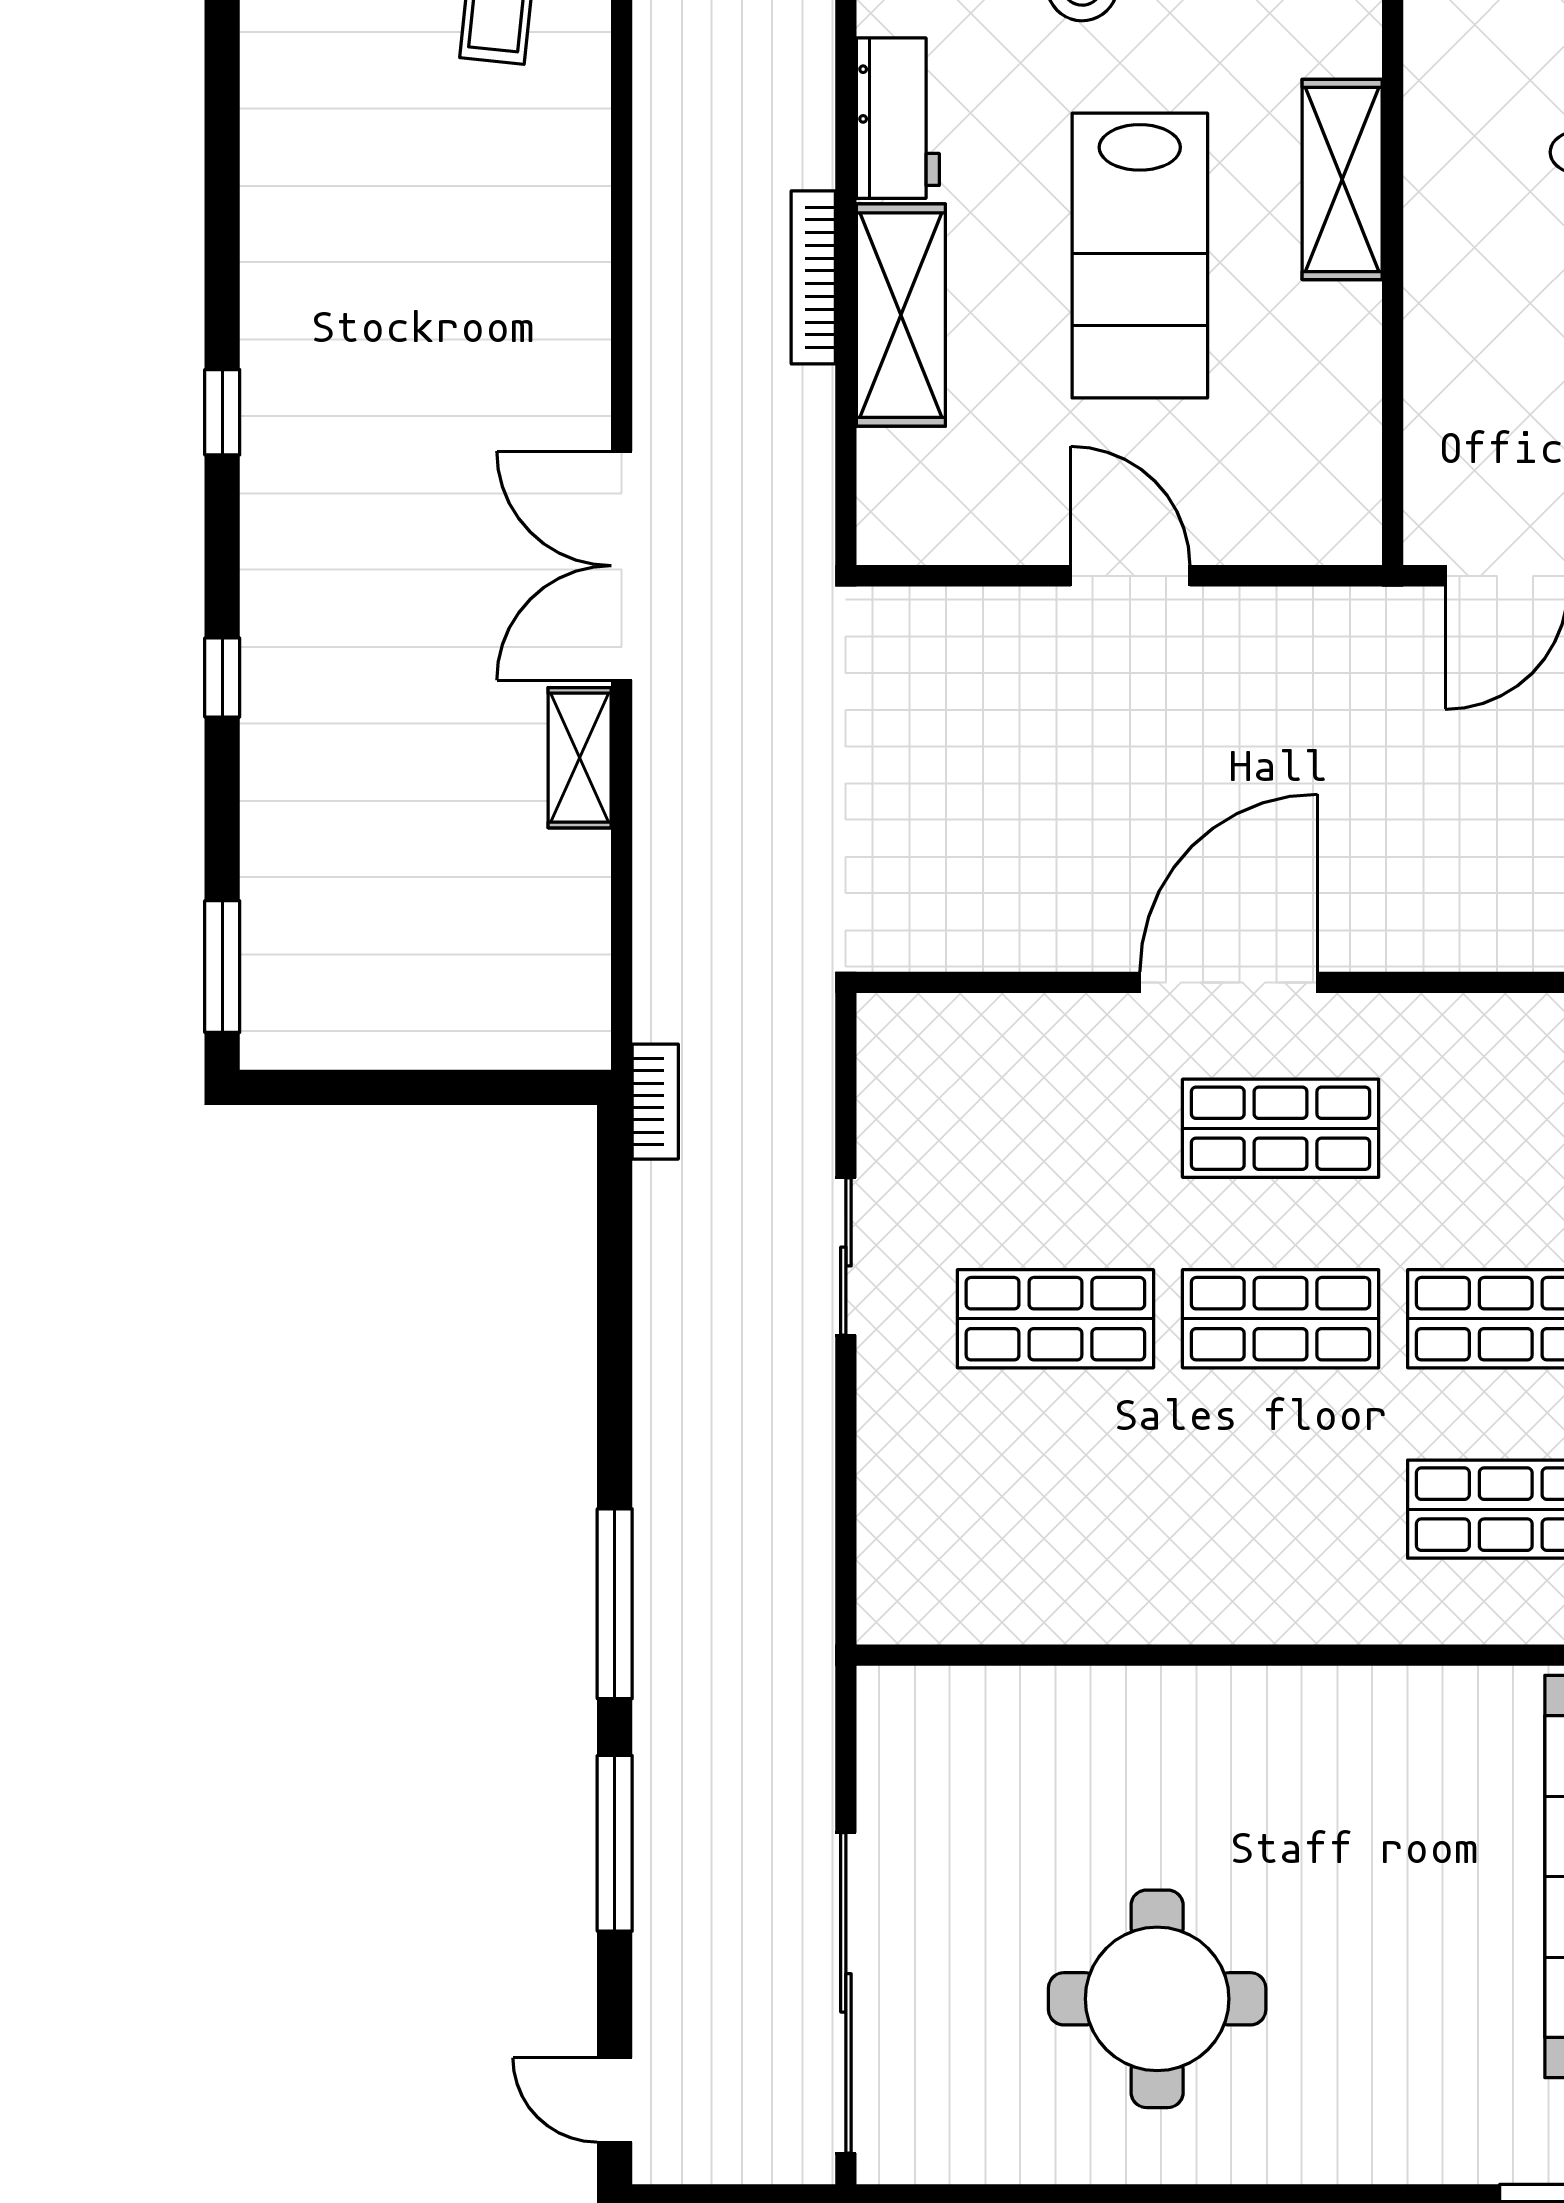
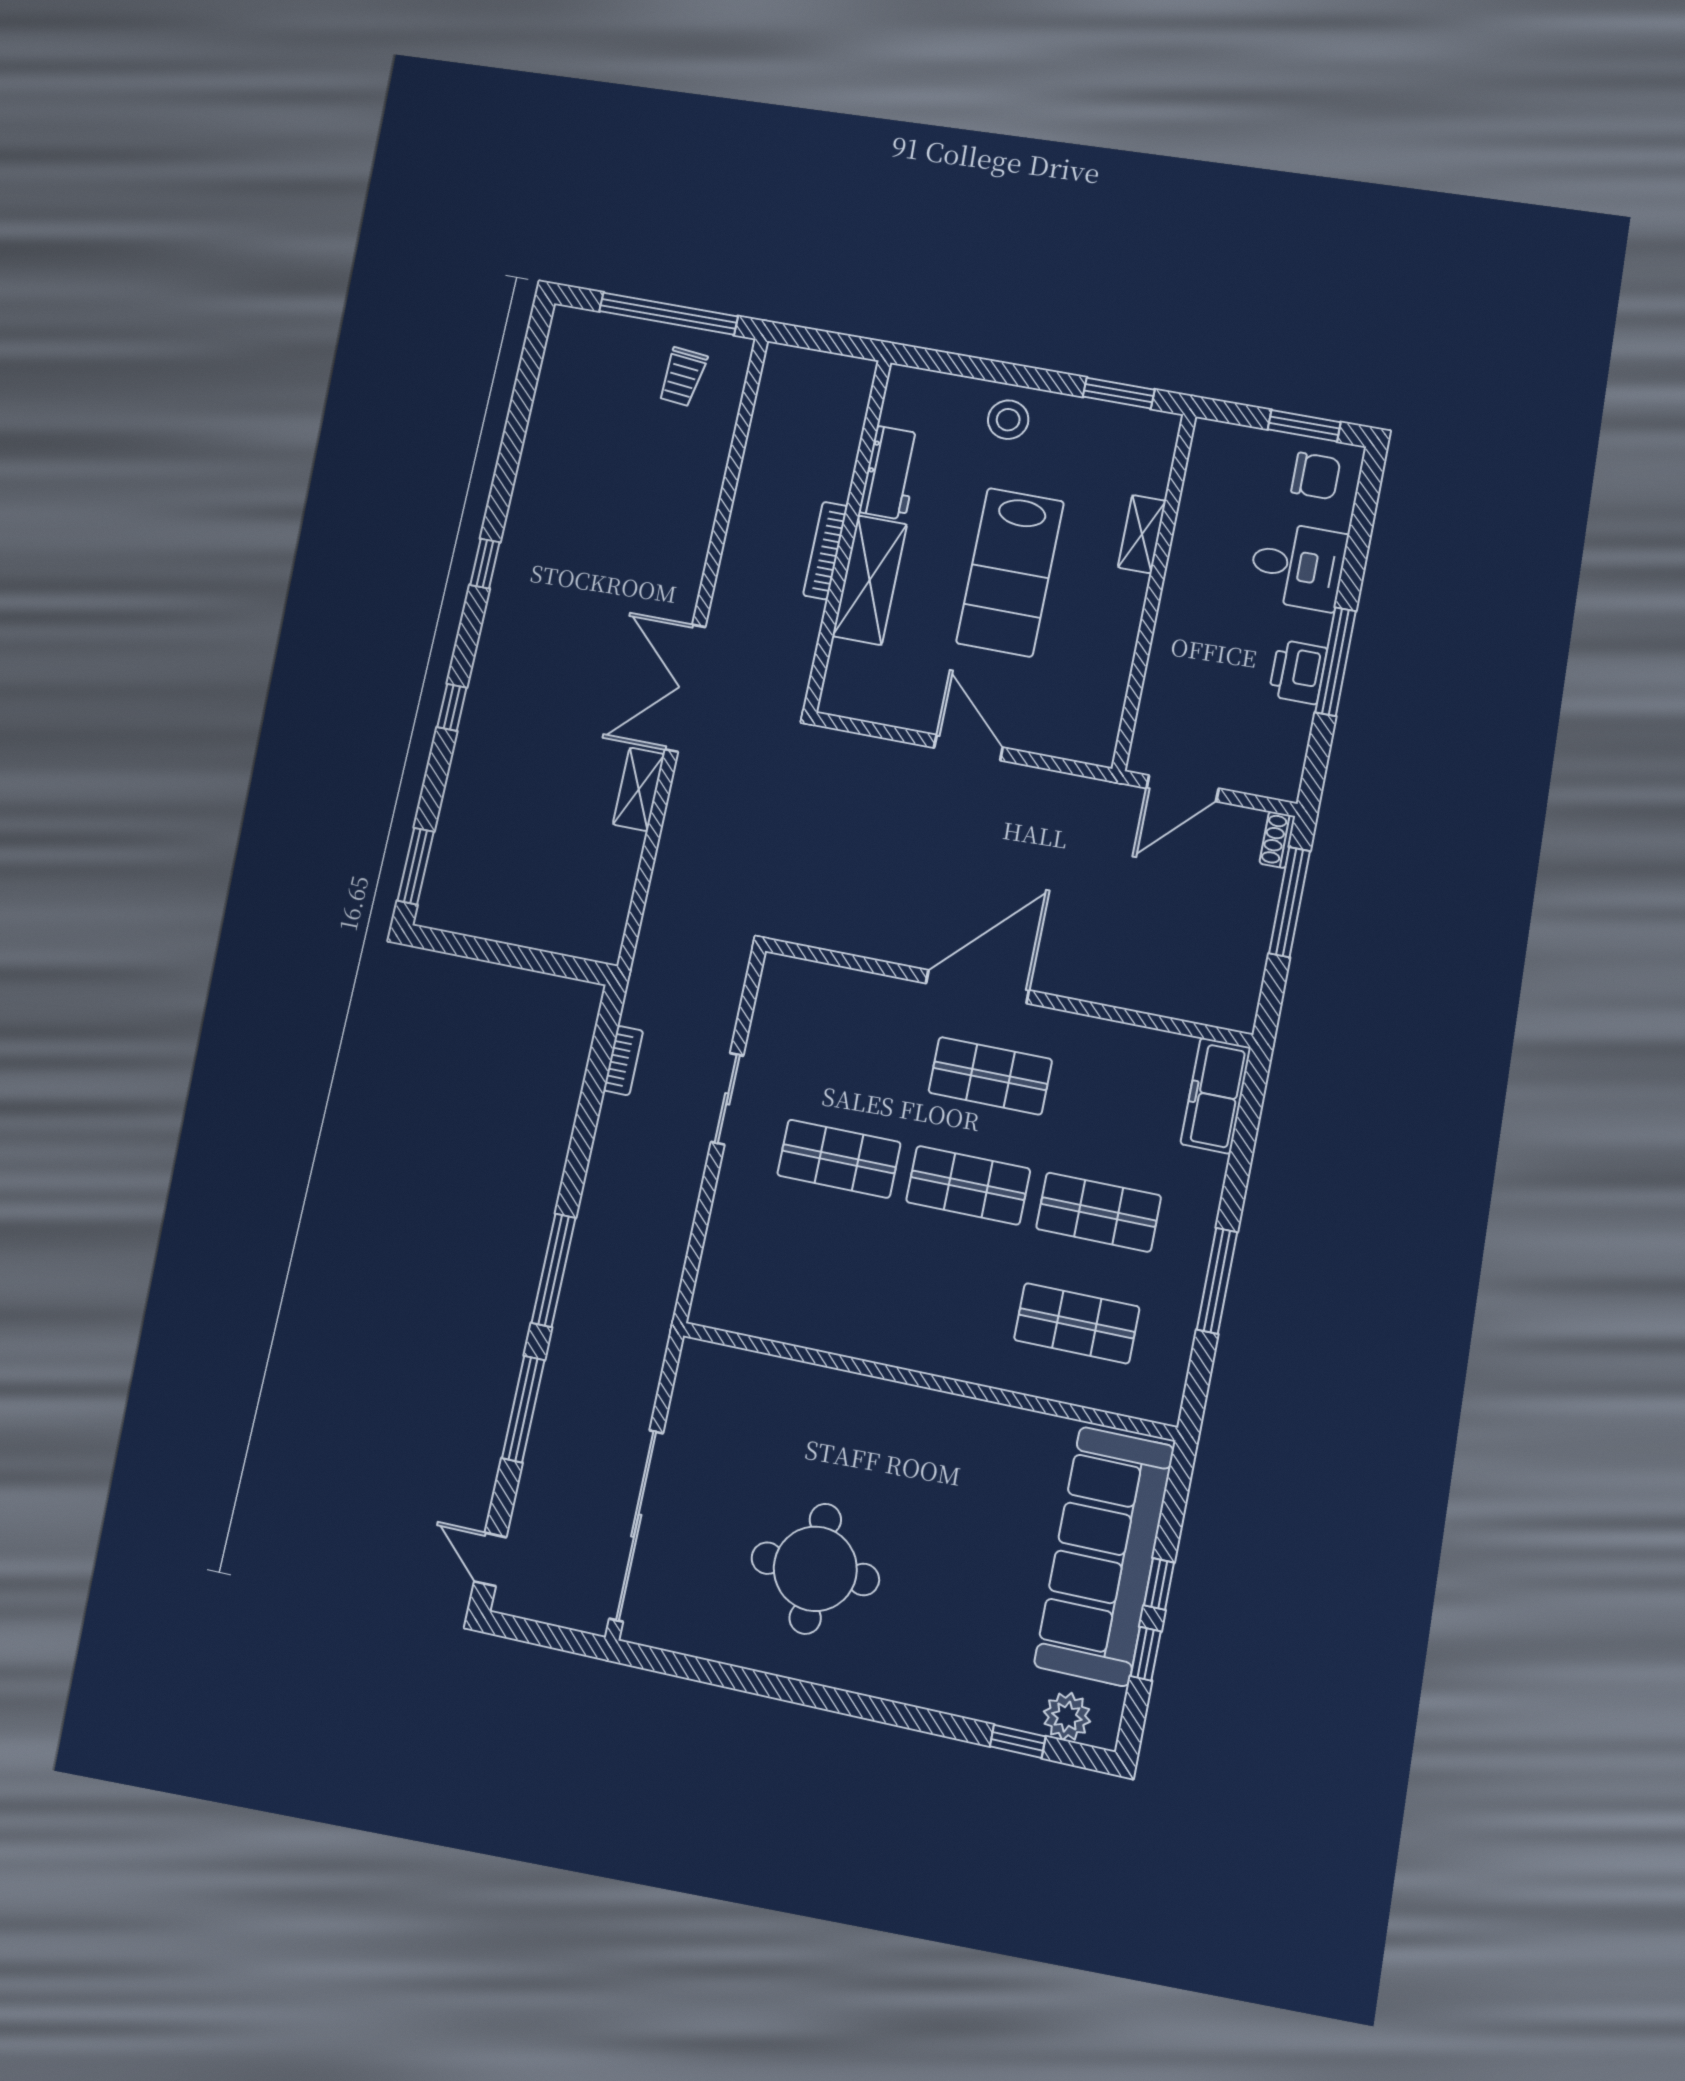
shelving: (1342, 179) -> (1142, 534), width x0.67, depth x0.75
bookcase: (655, 1102) -> (623, 1060), moved

